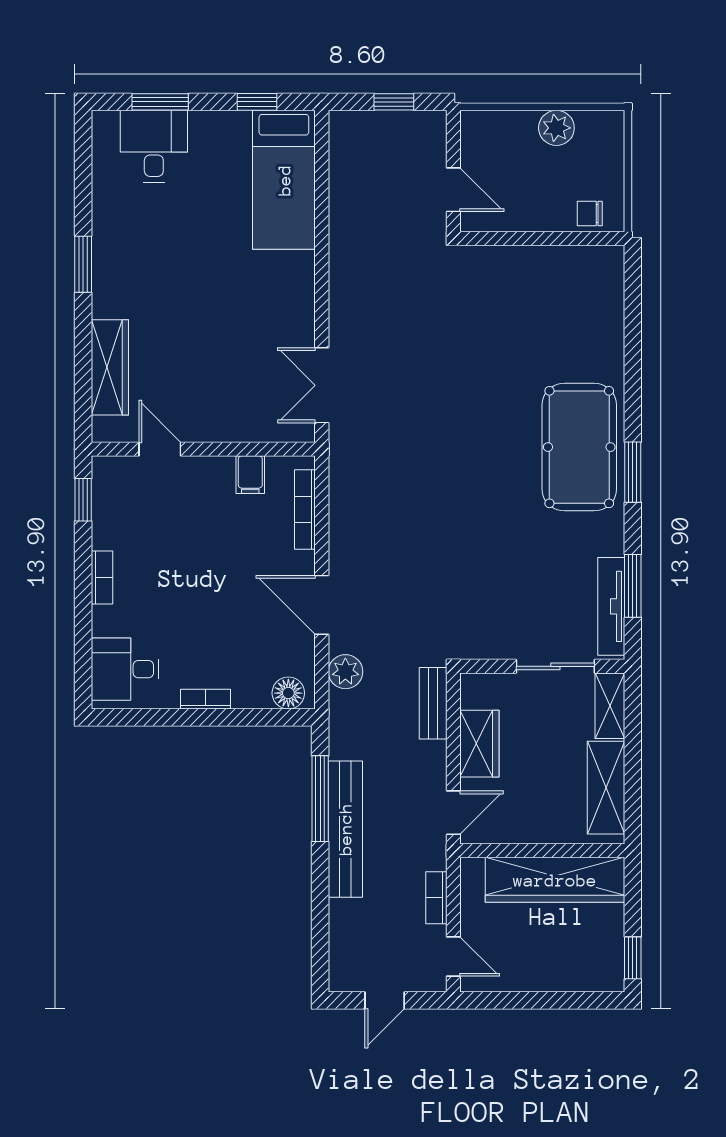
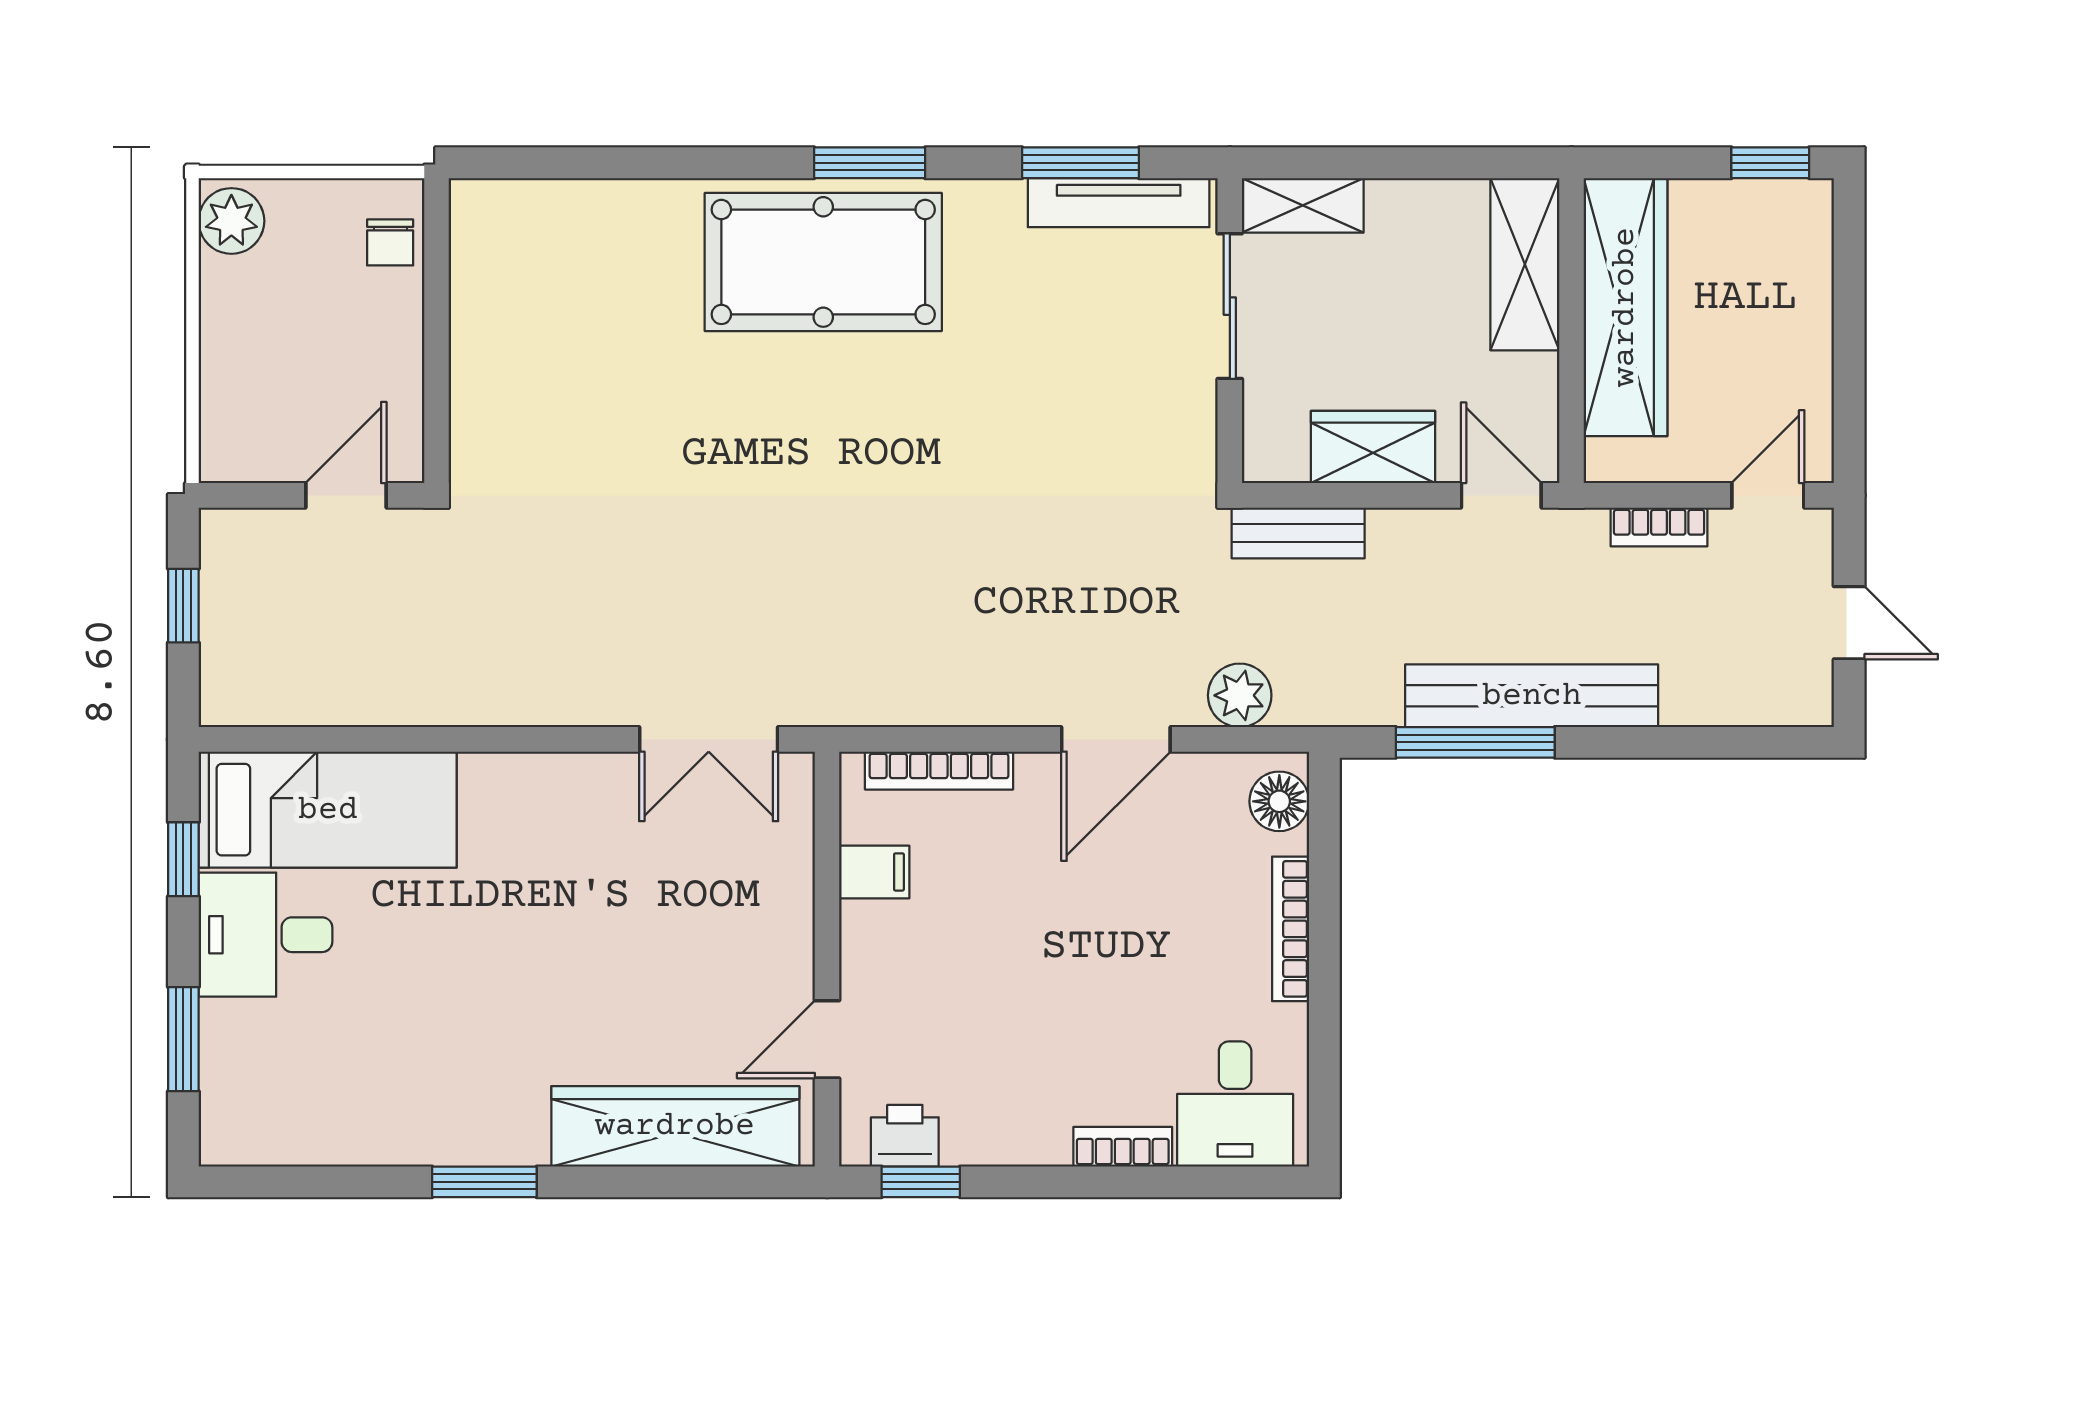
plant: (556, 128) -> (231, 221), moved
desk: (154, 146) -> (265, 935), moved
wardrobe: (110, 367) -> (675, 1126), width x1.40, depth x1.17
printer: (108, 491) -> (905, 1136), added
bookcase: (102, 578) -> (1123, 1147), moved
bookcase: (206, 699) -> (1291, 929), width x1.56
shelving: (606, 788) -> (1525, 264), moved, turned 90

